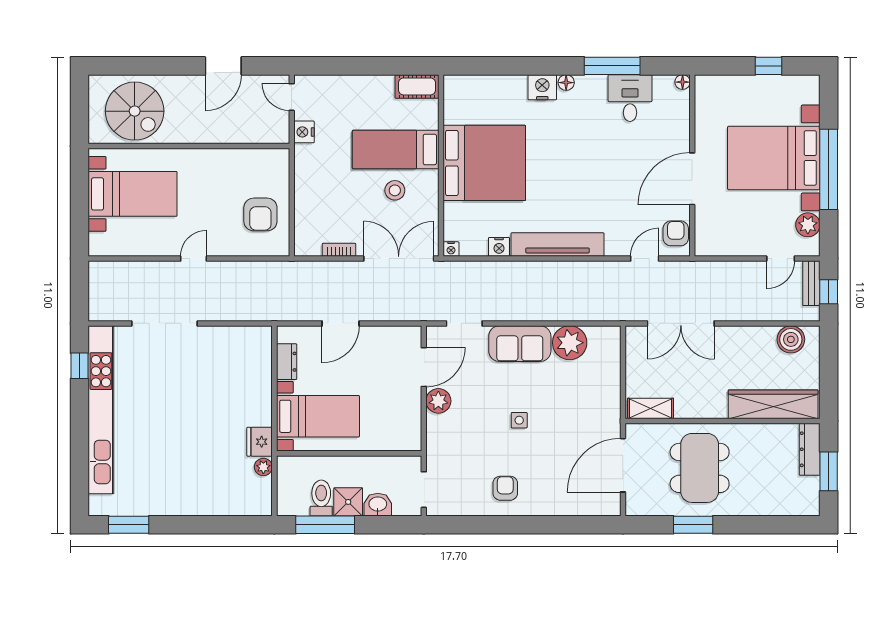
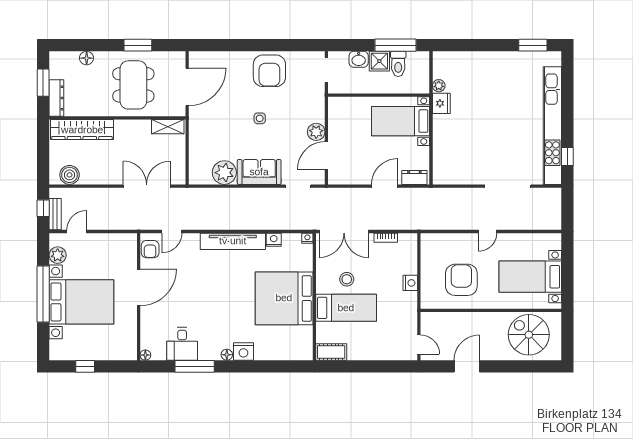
nightstand: (304, 132) -> (410, 283), moved
armchair: (260, 214) -> (461, 280), moved, width x1.36, depth x1.36
dresser: (287, 362) -> (414, 177), moved, turned 90
armchair: (505, 488) -> (269, 71), width x1.88, depth x1.88
floor lamp: (766, 506) -> (87, 58), added

